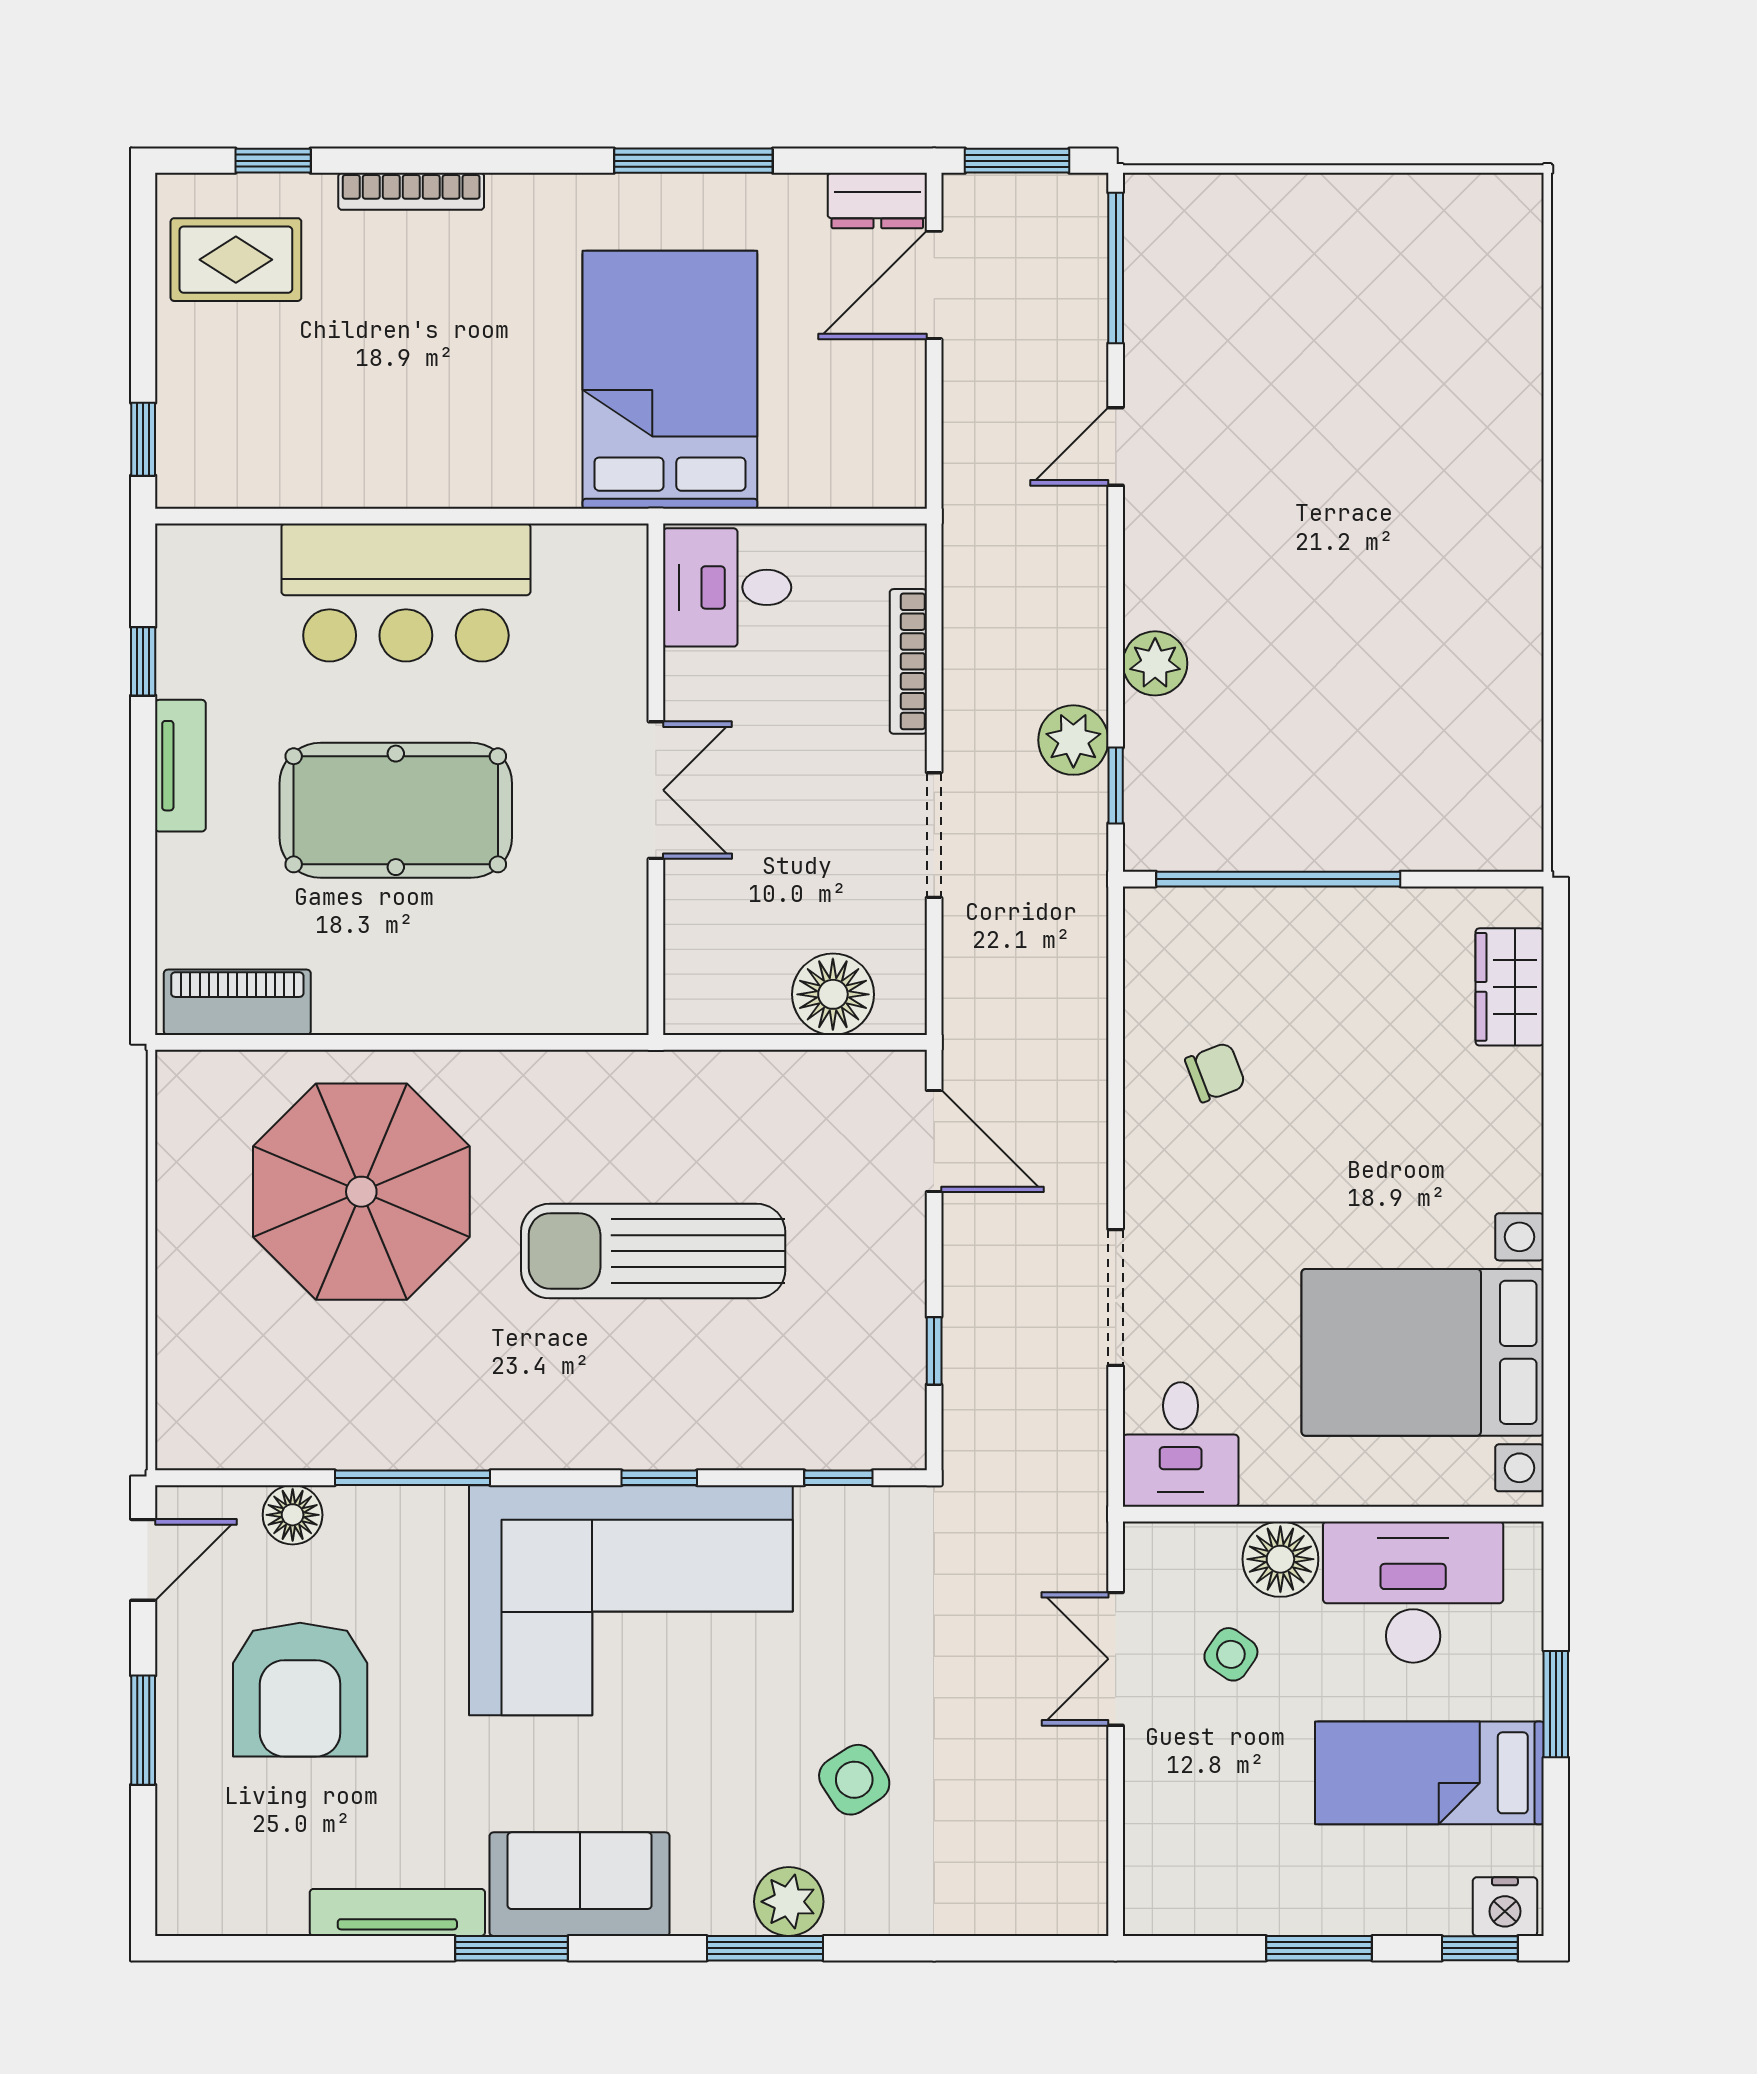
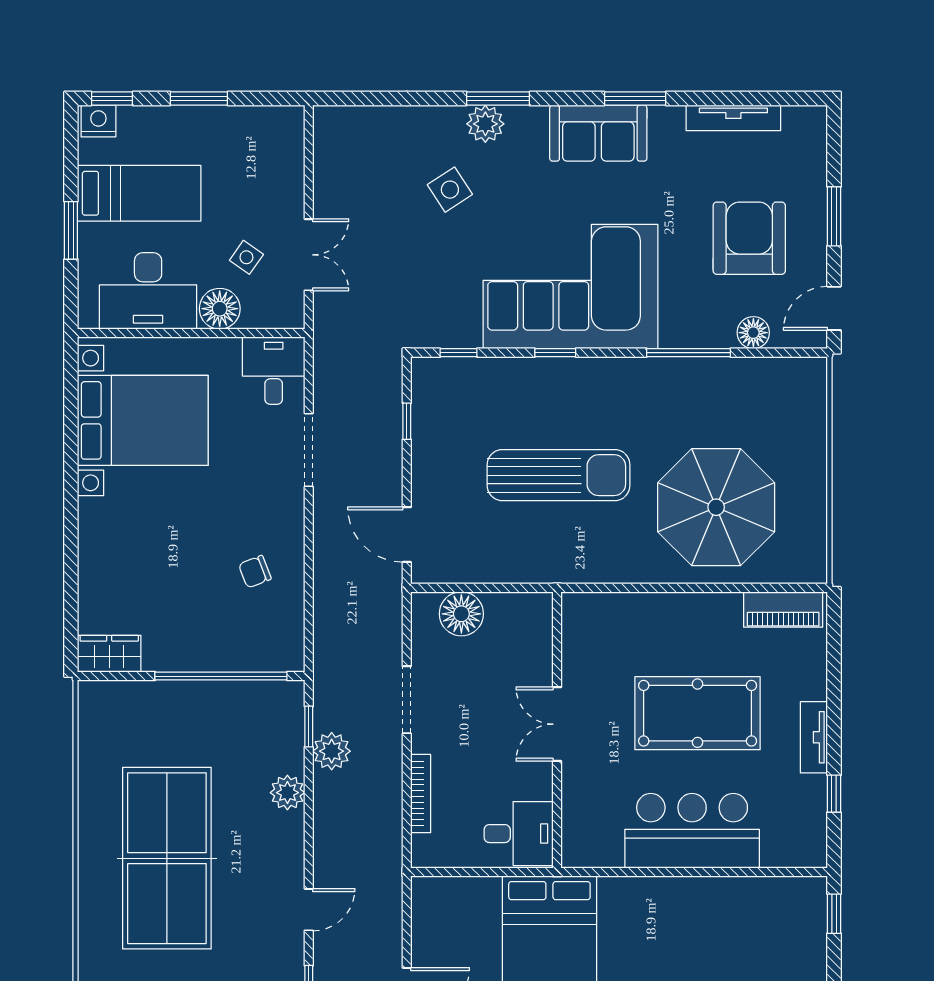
table tennis table: (1378, 542) -> (167, 858), added
wardrobe: (1510, 987) -> (109, 654), moved, turned -90
tv unit: (397, 1912) -> (733, 118), moved

